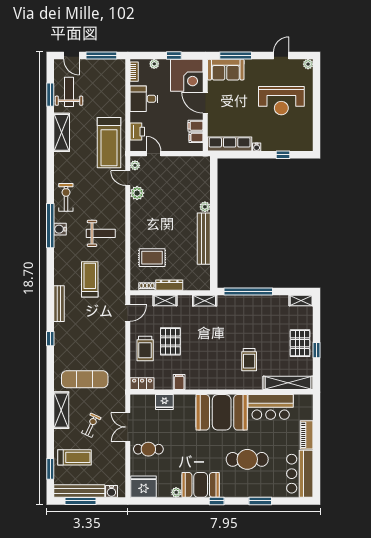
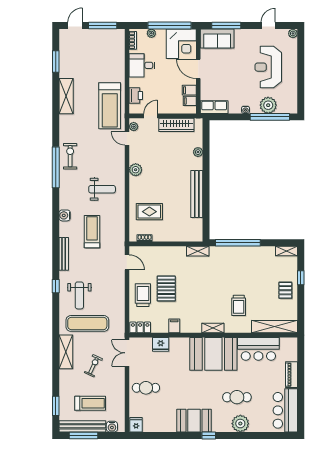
door: (71, 56) -> (75, 26), swing flipped
window: (174, 56) -> (169, 26), width x3.17
weight bench: (69, 92) -> (79, 295), moved, turned 180
reception desk: (281, 101) -> (268, 67), turned 90
plant: (281, 142) -> (268, 105), added
row of seats: (230, 144) -> (214, 107), width x0.68
door: (154, 154) -> (151, 116), hinge flipped
window: (283, 155) -> (270, 117), width x3.17
wardrobe: (181, 163) -> (176, 125), added
plant: (137, 193) -> (136, 170), moved
plant: (205, 207) -> (198, 152), moved
window: (50, 226) -> (56, 167), moved
water cooler: (60, 229) -> (65, 215), moved
dresser: (169, 285) -> (165, 237), removed
shelving: (165, 301) -> (213, 328), moved
door: (128, 313) -> (127, 262), hinge flipped
pallet: (300, 343) -> (285, 290), width x0.67, depth x0.71
trolley: (145, 349) -> (143, 295), turned 180
window: (317, 350) -> (301, 278), moved
double door: (128, 427) -> (127, 353), moved
treadmill: (75, 457) -> (90, 403), moved
cafe table: (247, 459) -> (237, 397), width x0.73, depth x0.74
fridge: (144, 487) -> (136, 425), width x0.53, depth x0.75
plant: (176, 492) -> (240, 424), moved, width x1.87, depth x1.87
window: (260, 501) -> (249, 435), removed

